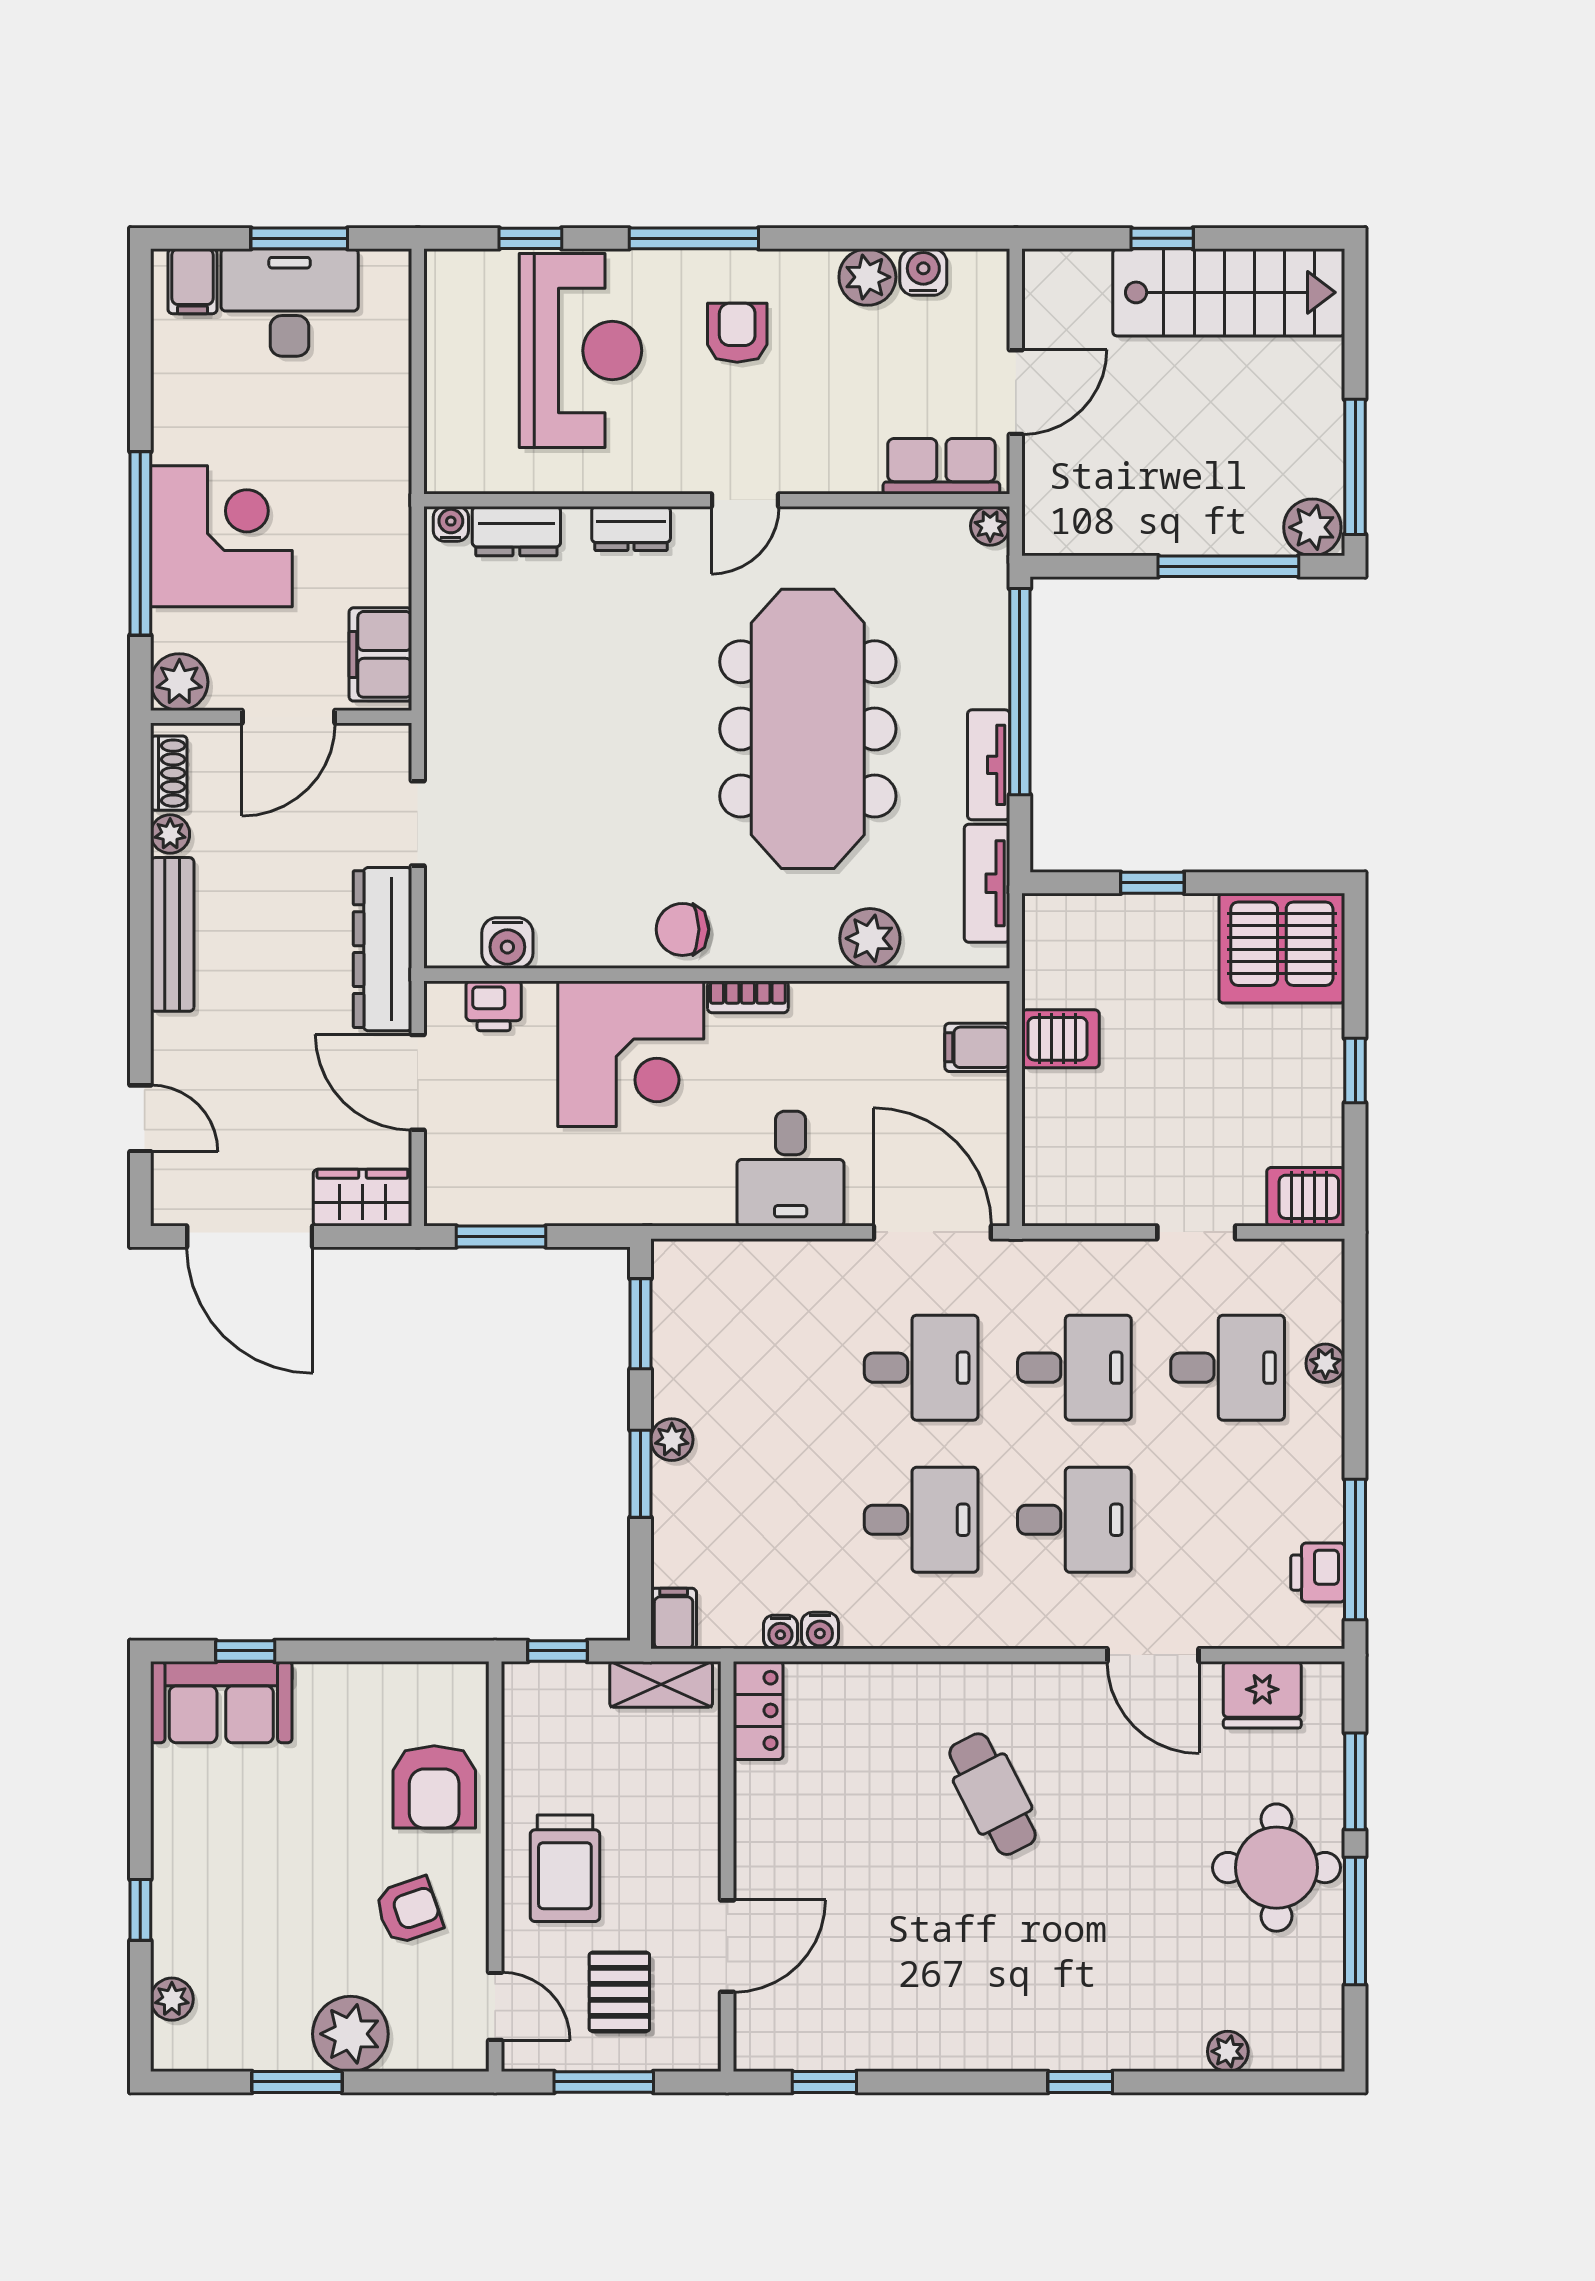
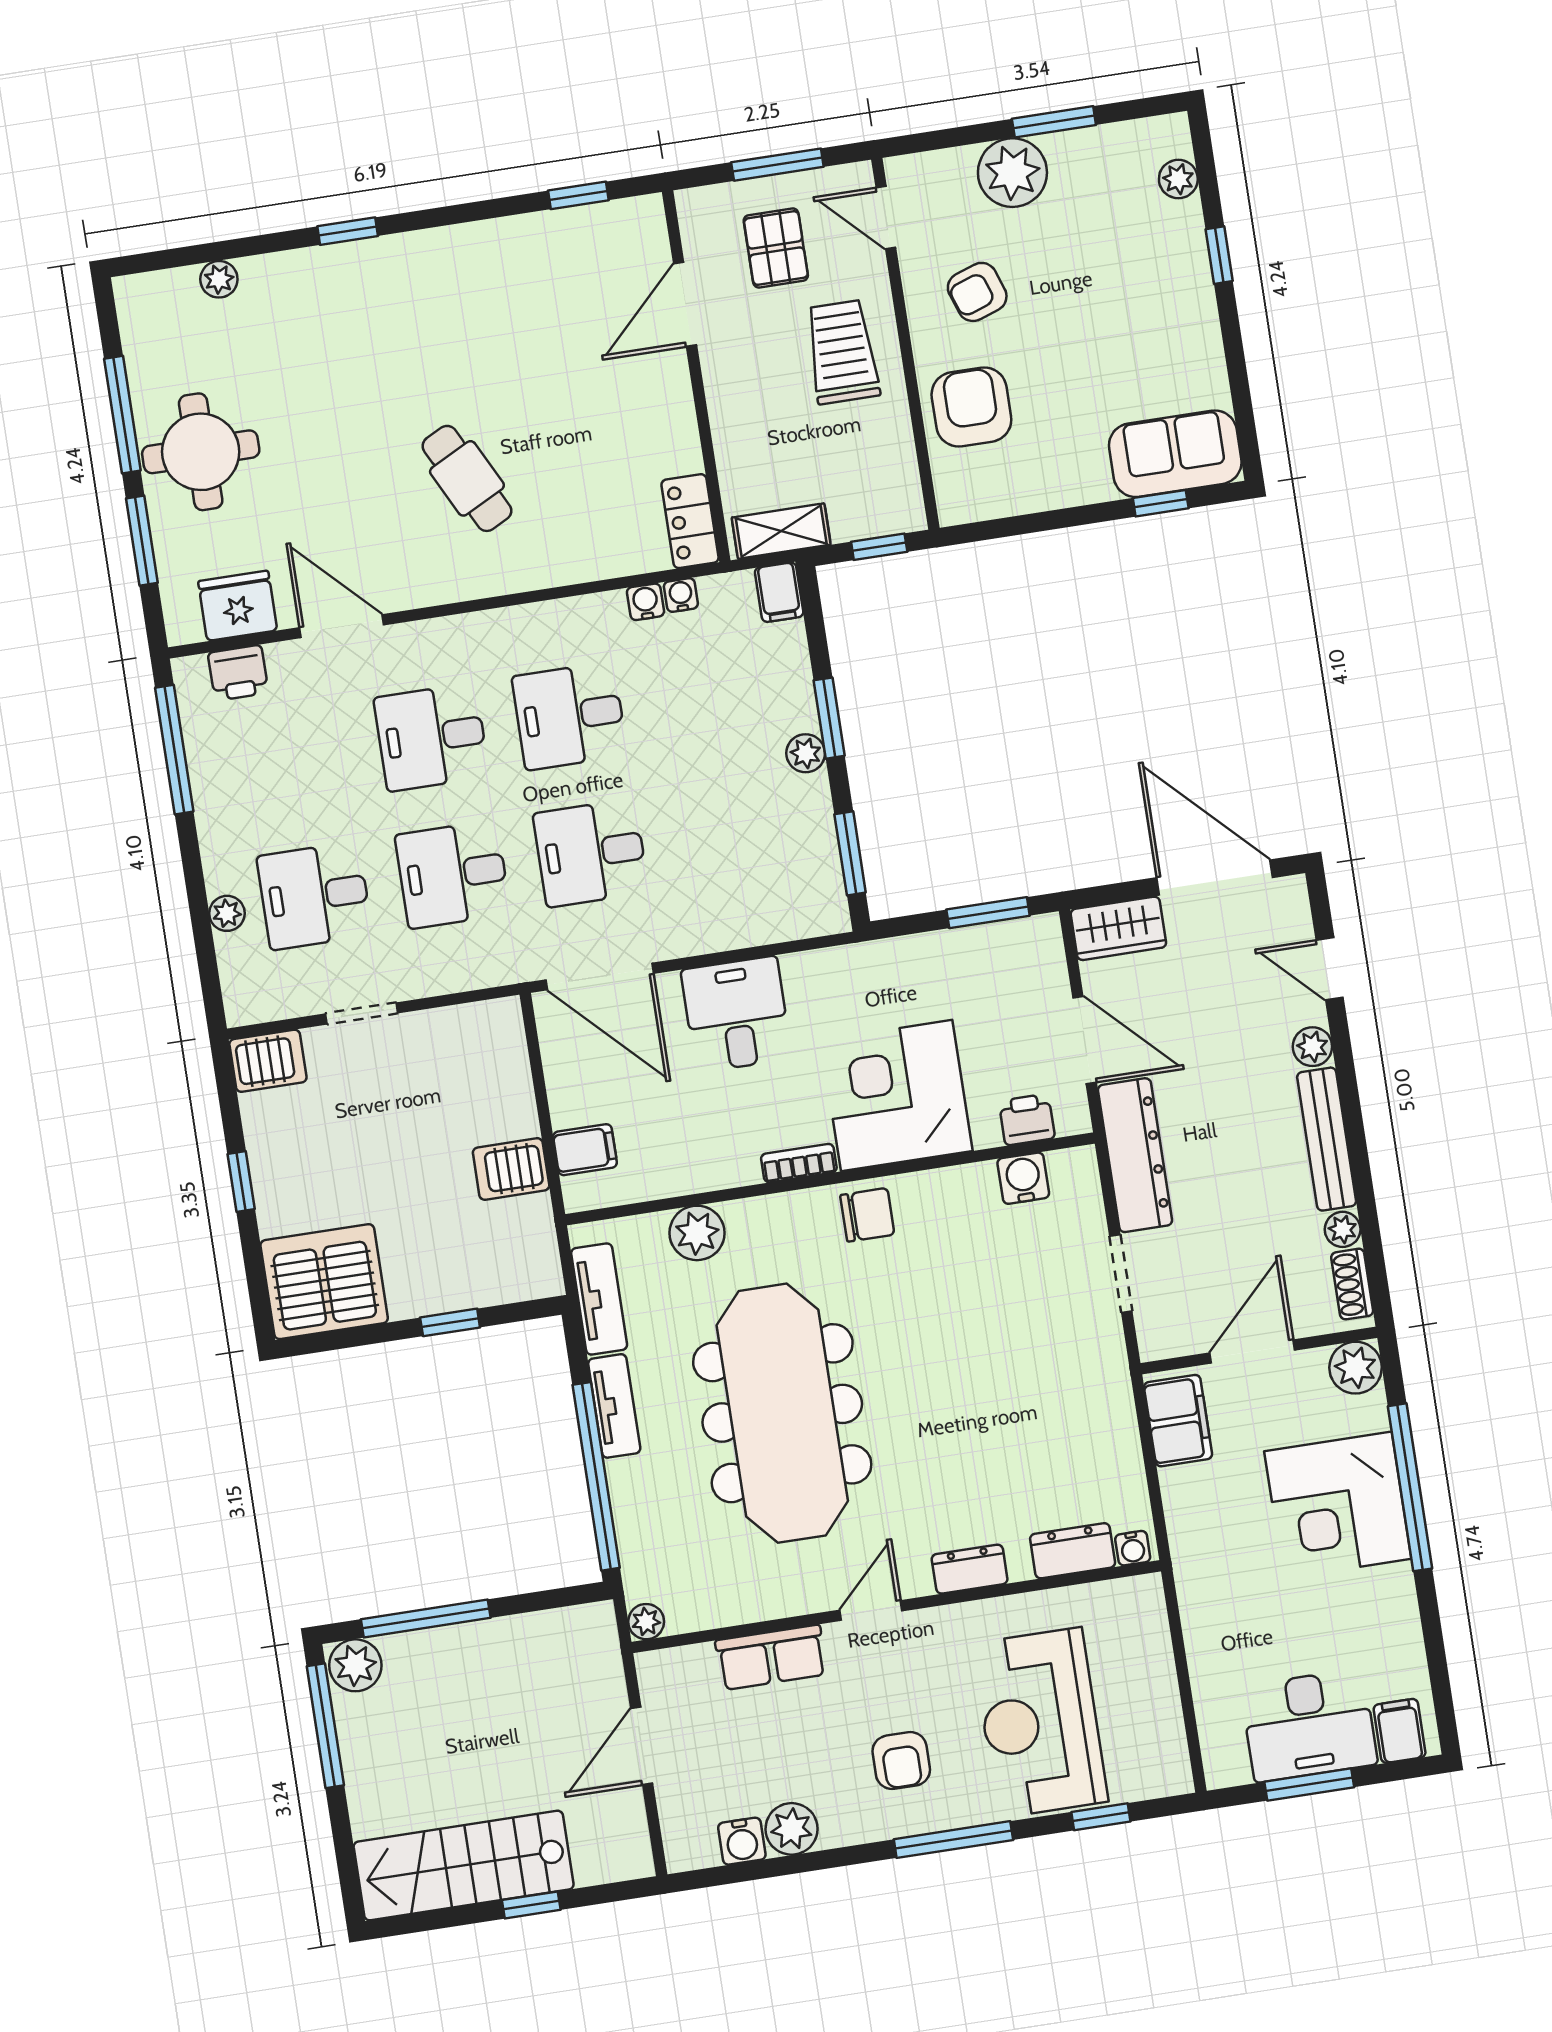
row of seats: (941, 466) -> (771, 1657), moved
plant: (172, 1037) -> (1312, 1047), added
printer: (1318, 1573) -> (238, 673), moved, turned 90

